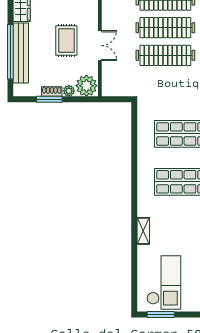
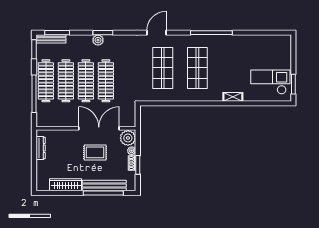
double door: (100, 46) -> (99, 128), width x1.87

